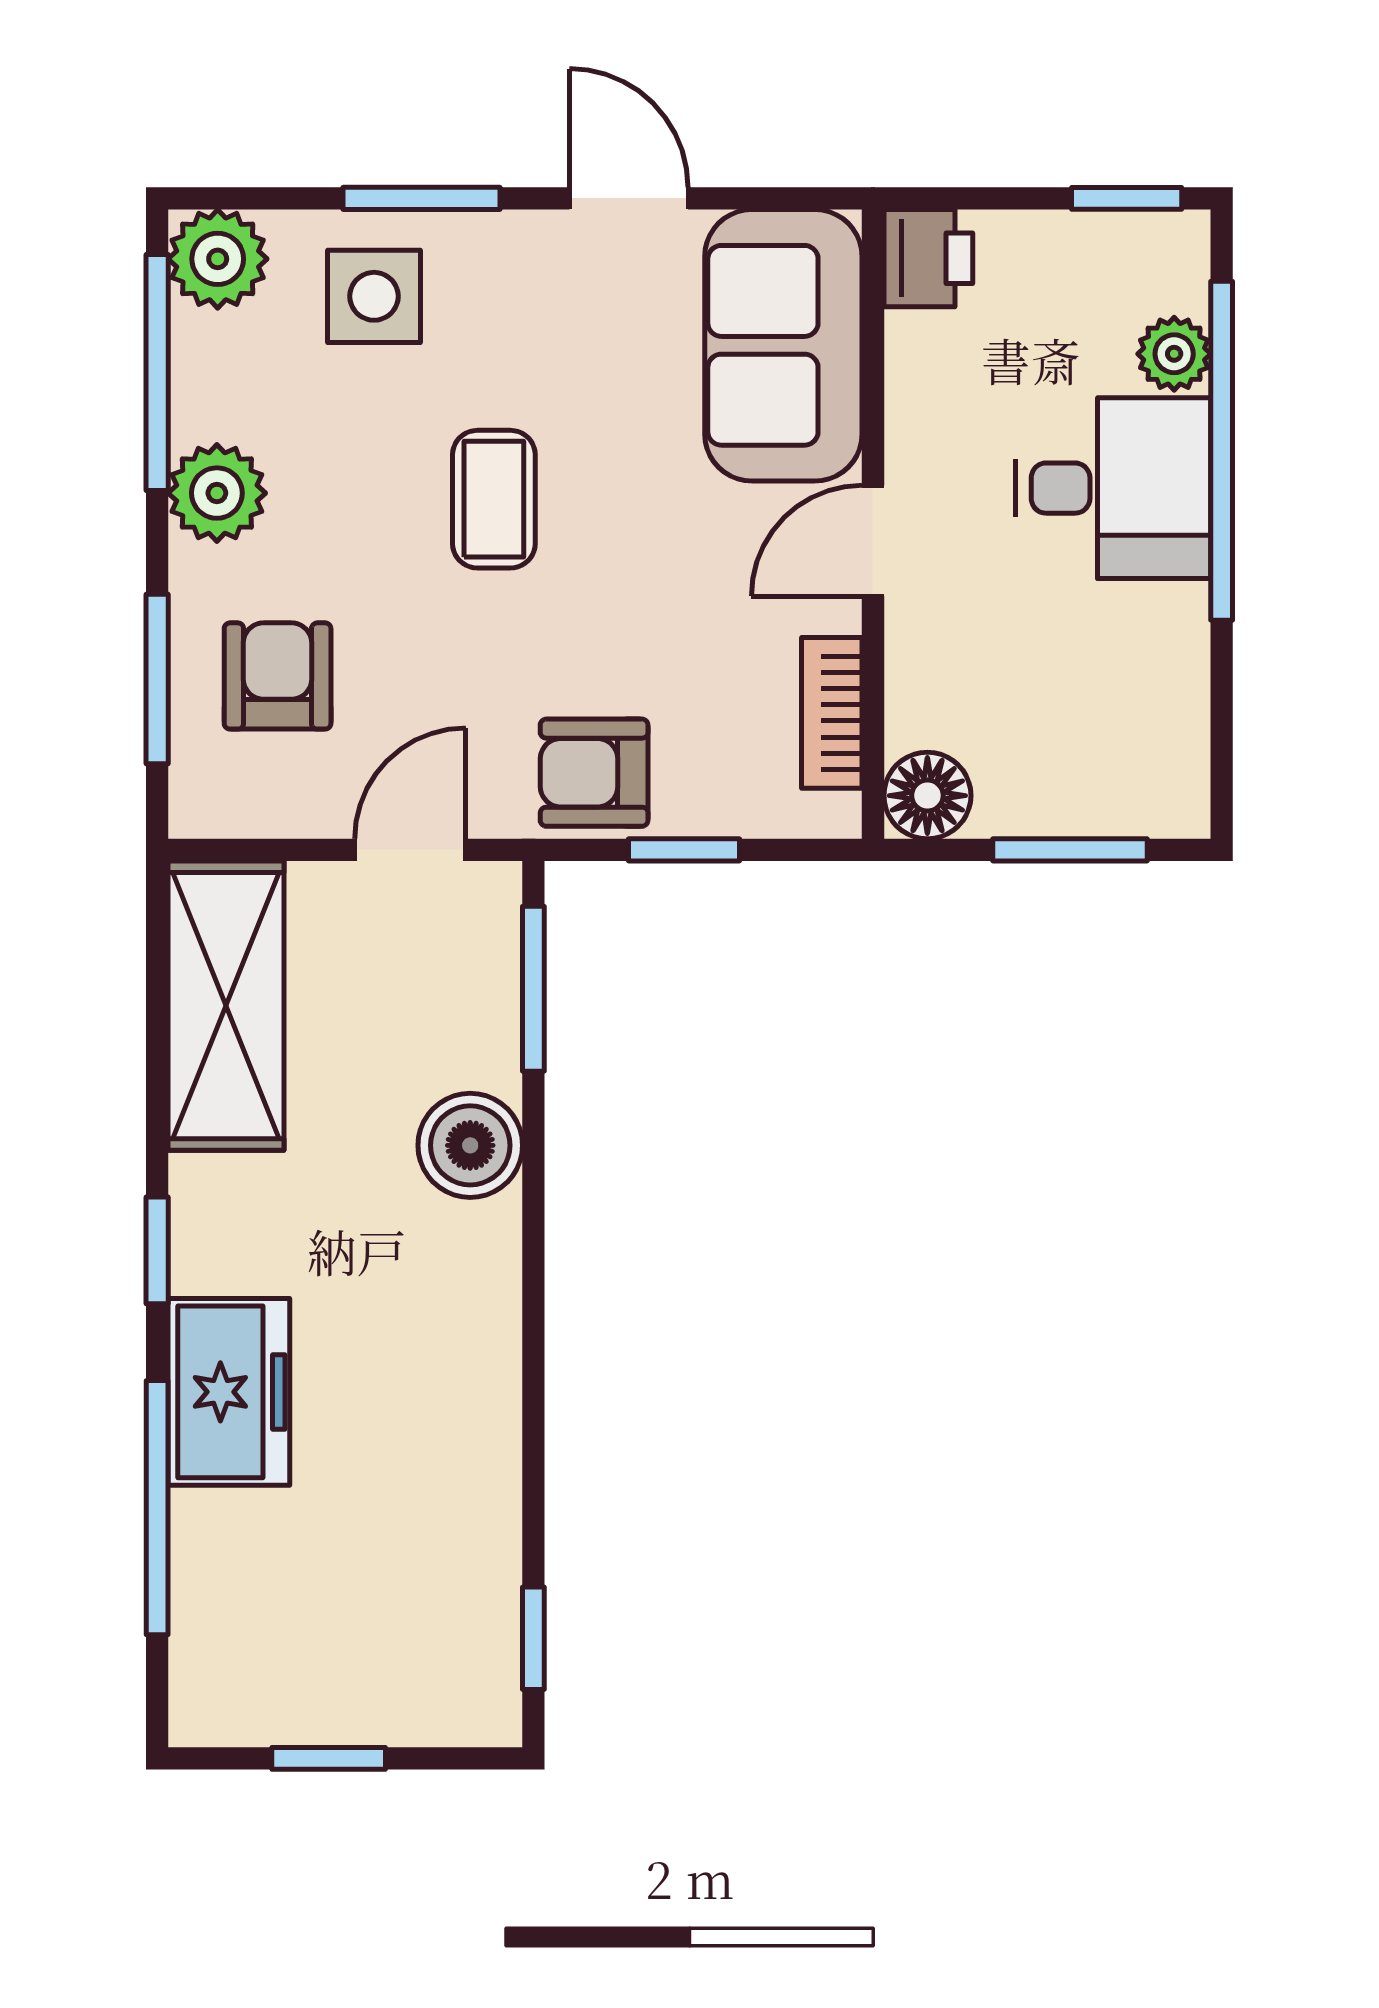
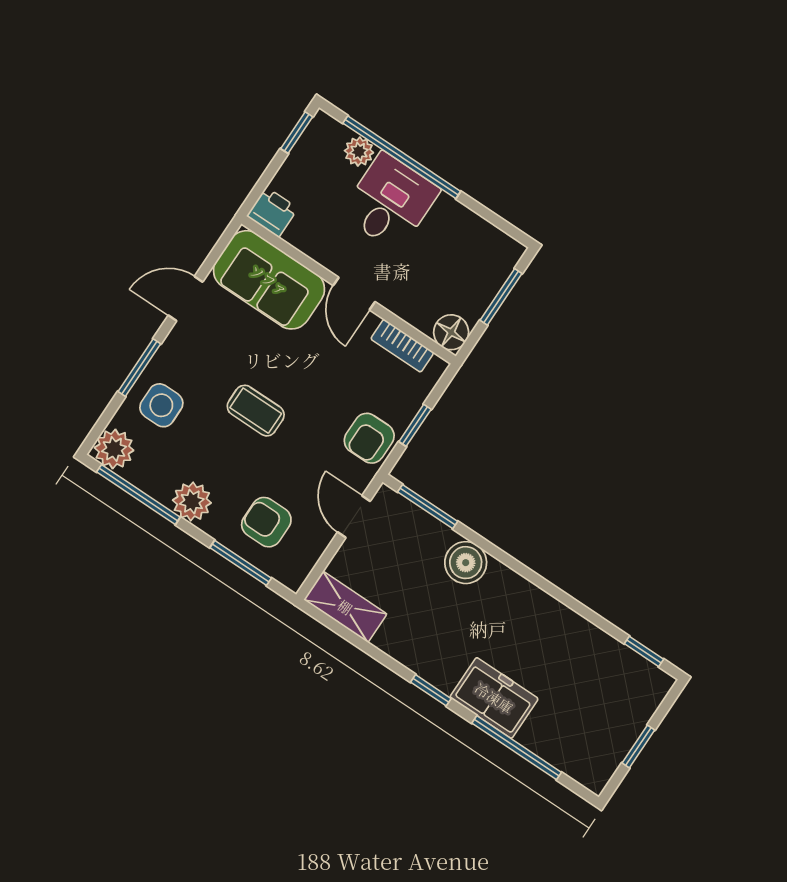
shelving: (226, 1006) -> (345, 607), width x0.67, depth x0.75

